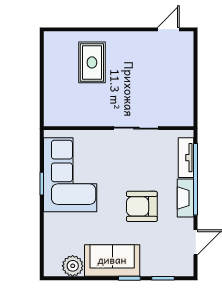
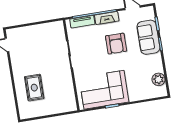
rug: (92, 62) -> (34, 88), turned 90
sofa: (112, 260) -> (148, 37), moved

